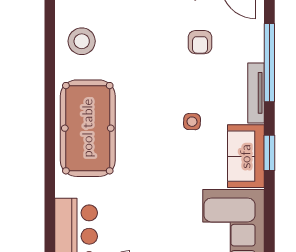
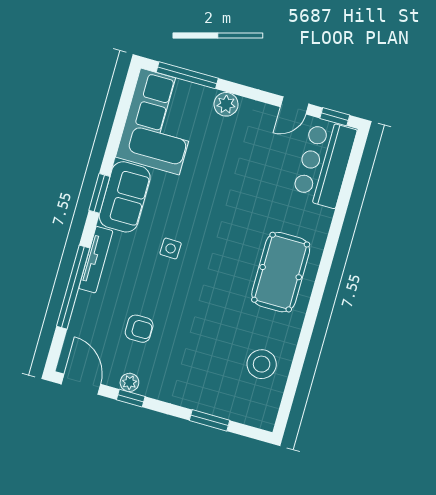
armchair: (200, 42) -> (139, 329), turned 90
pool table: (88, 128) -> (281, 272), width x0.73, depth x0.76

